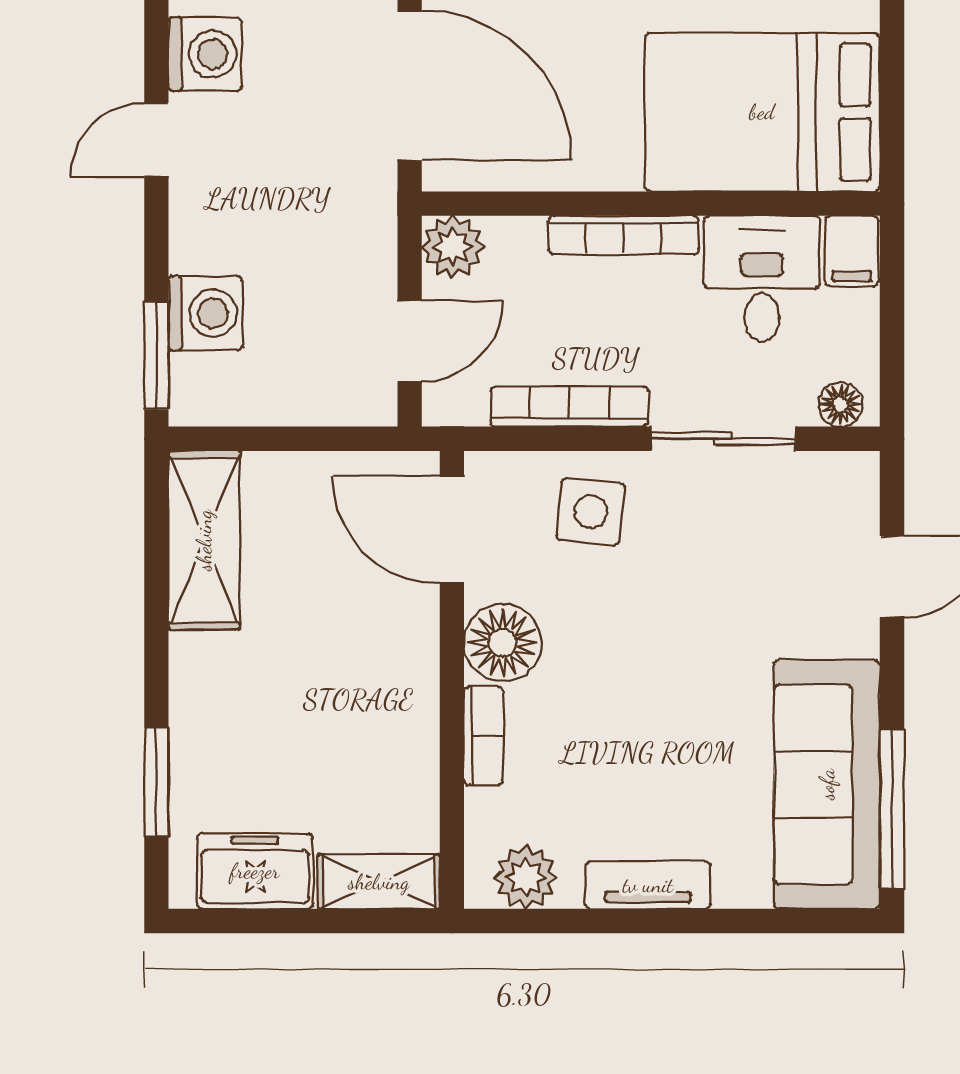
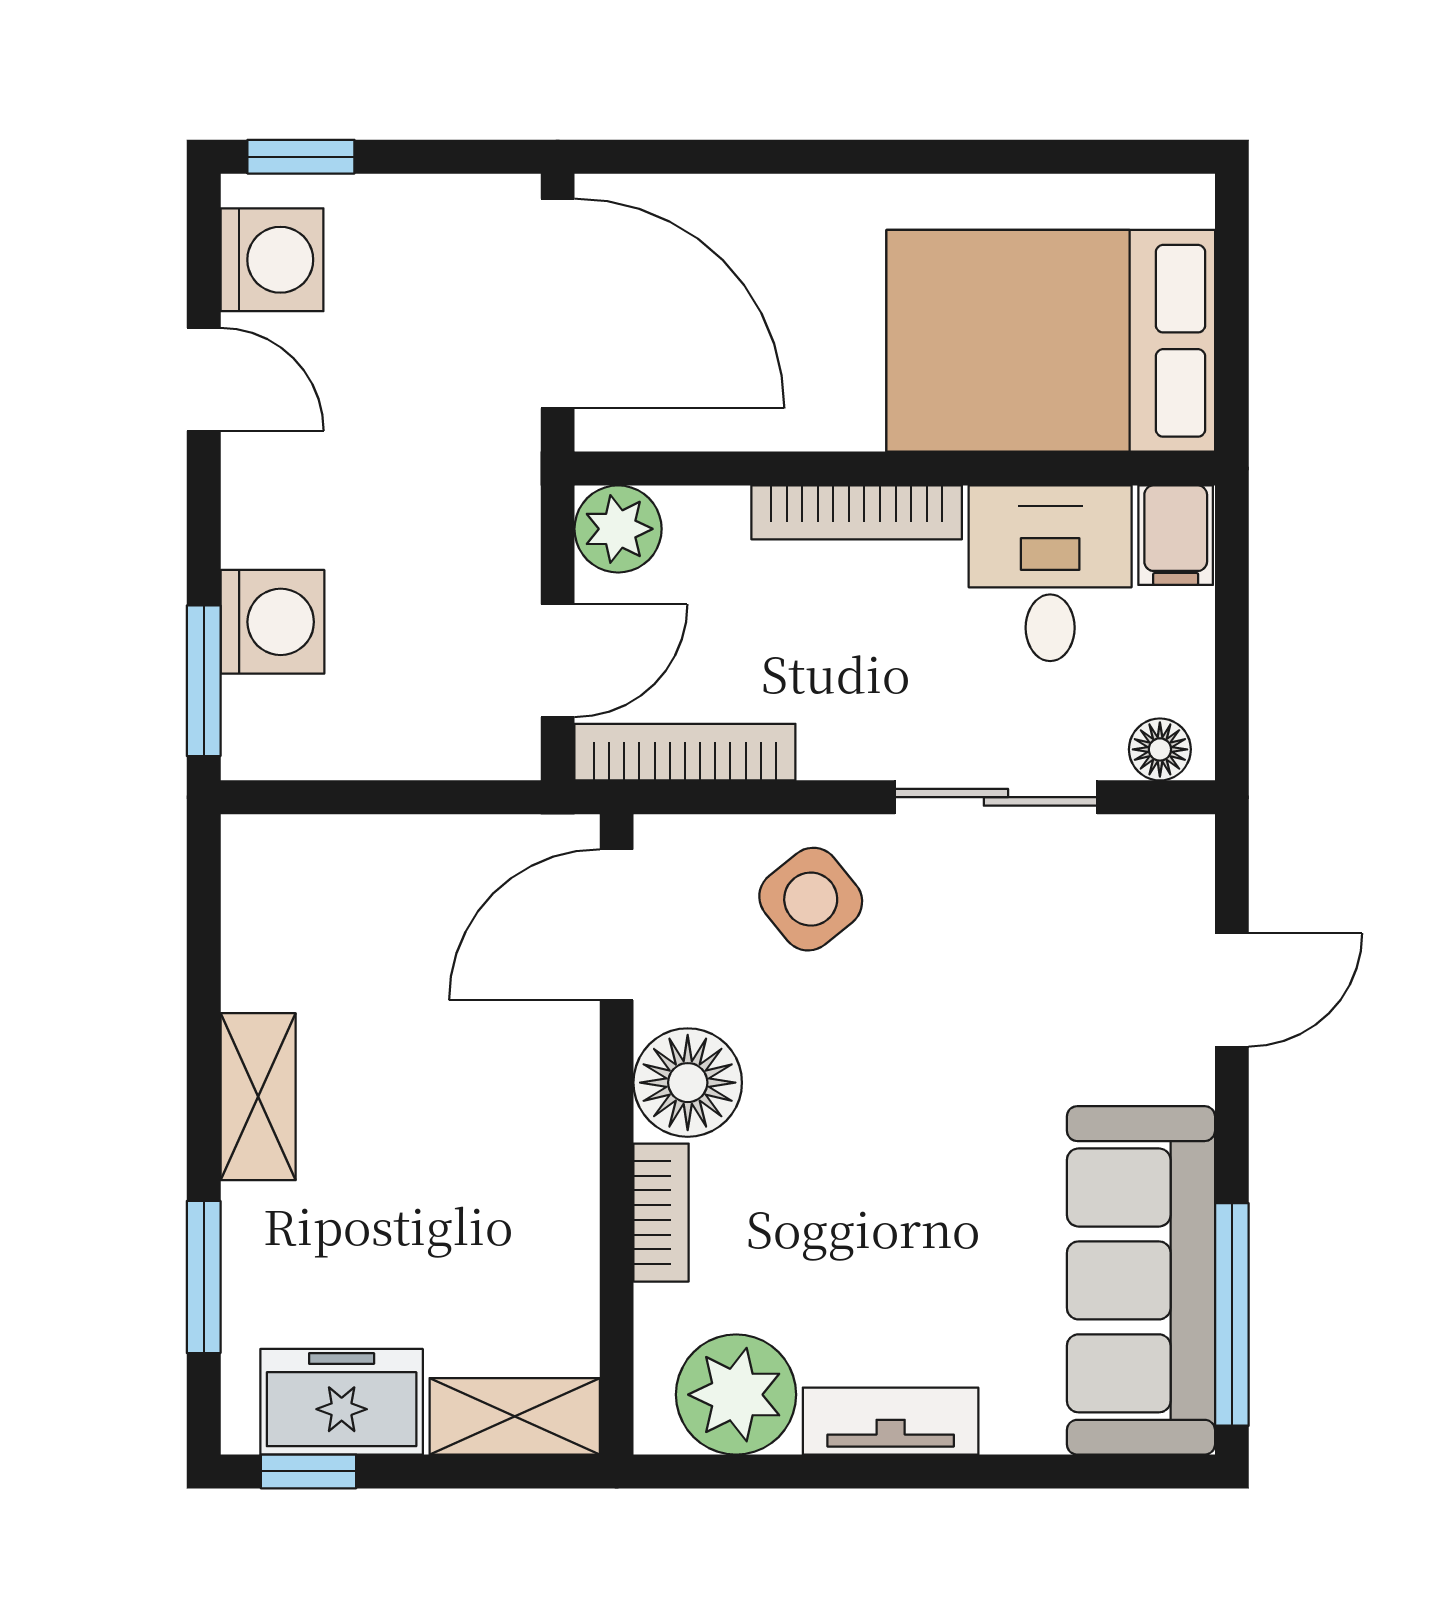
door: (156, 140) -> (204, 379), swing flipped
bookcase: (569, 406) -> (685, 752), moved
side table: (591, 512) -> (811, 899), turned 45
door: (452, 530) -> (617, 925), hinge flipped
shelving: (204, 540) -> (258, 1097), moved, width x0.67, depth x0.75
plant: (526, 877) -> (736, 1395), width x1.36, depth x1.36
window: (231, 921) -> (309, 1471), added

